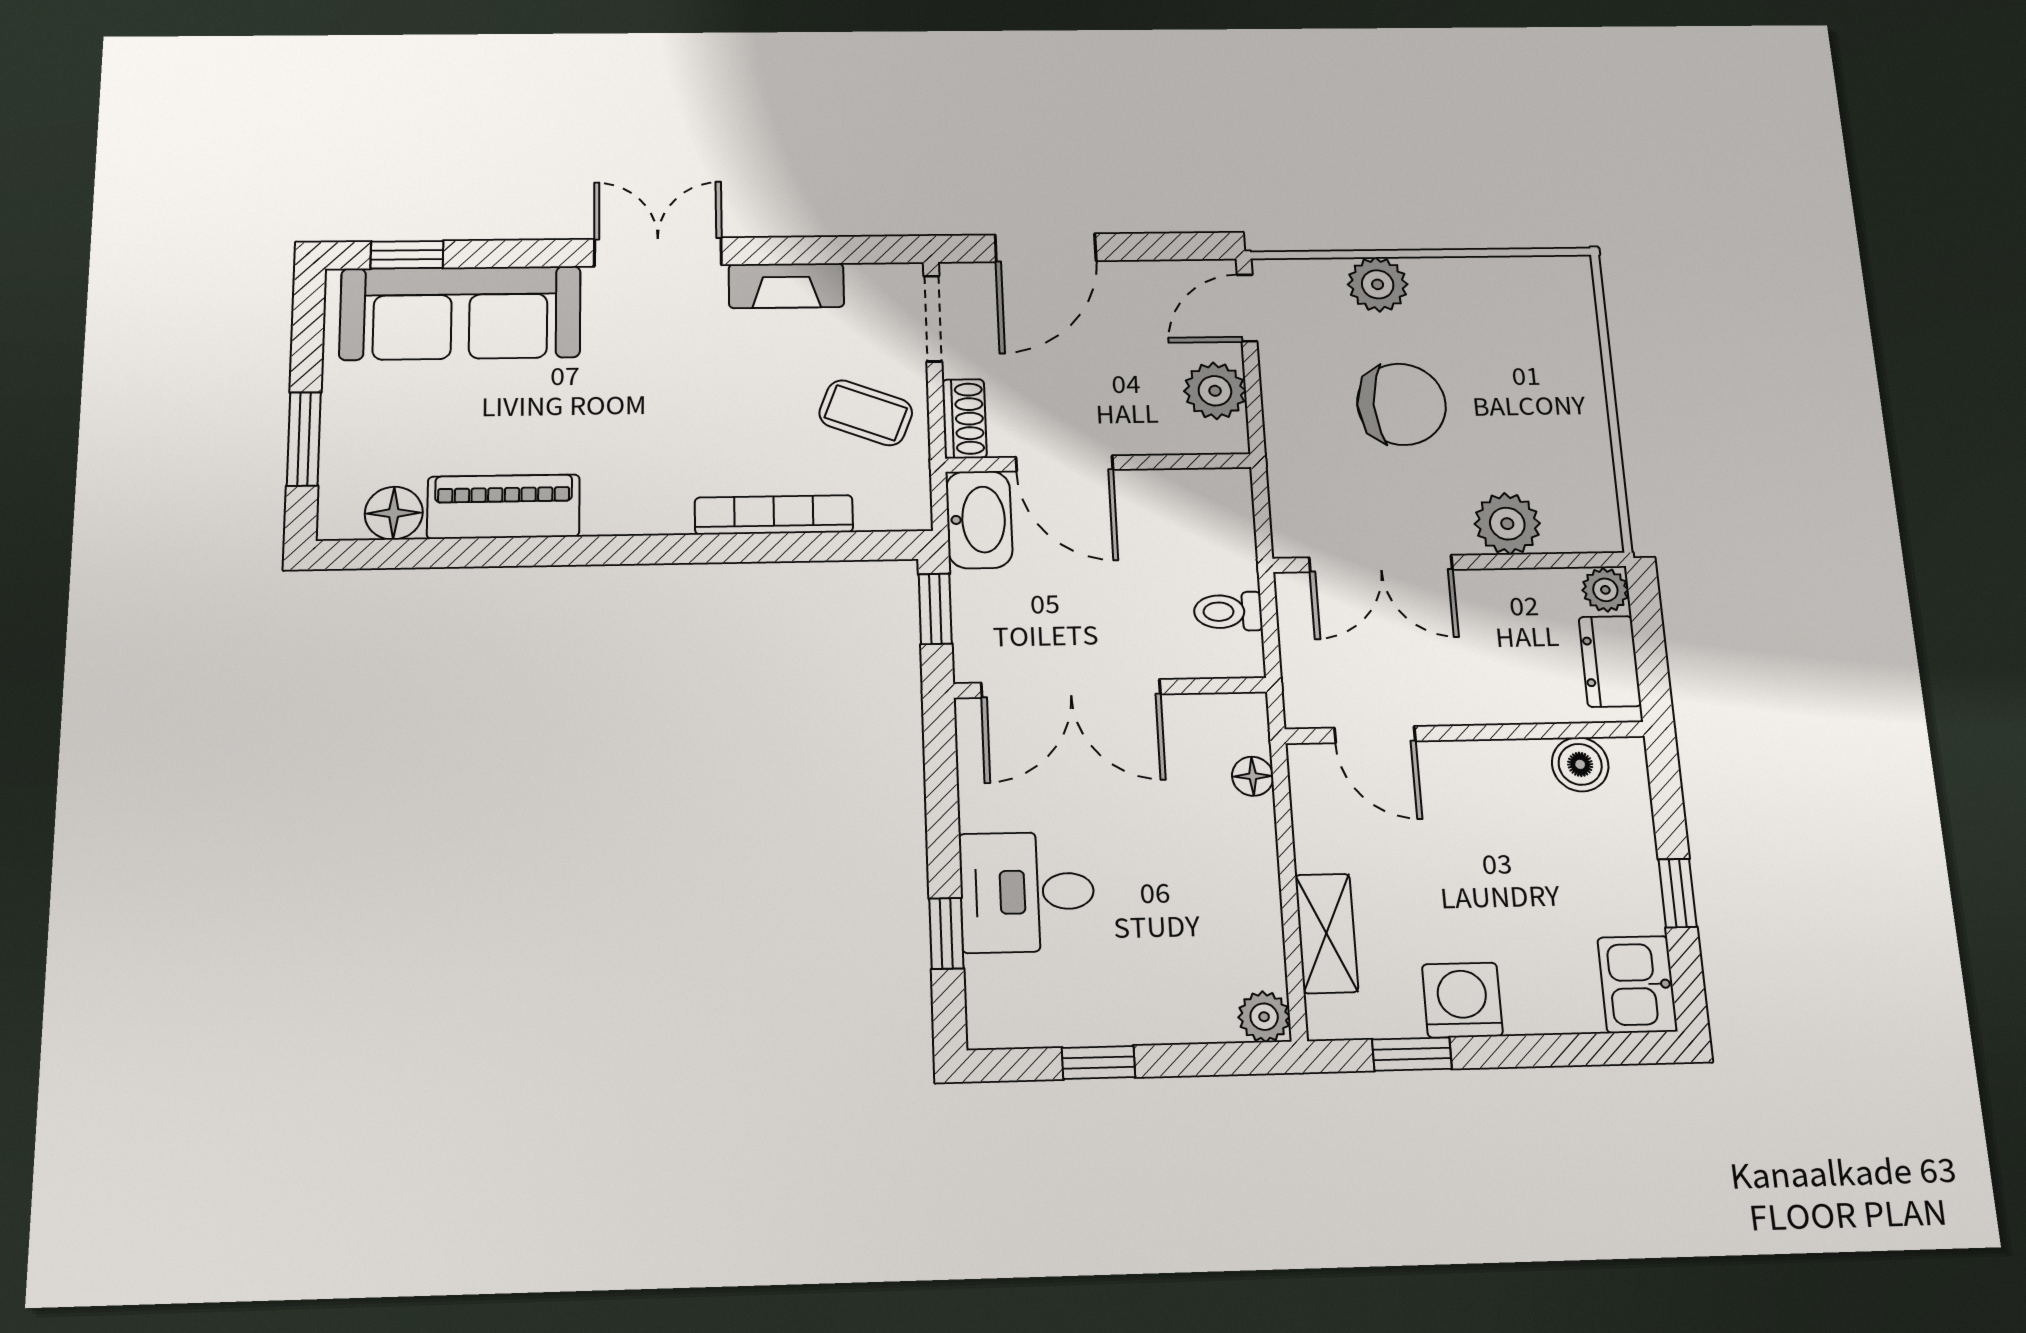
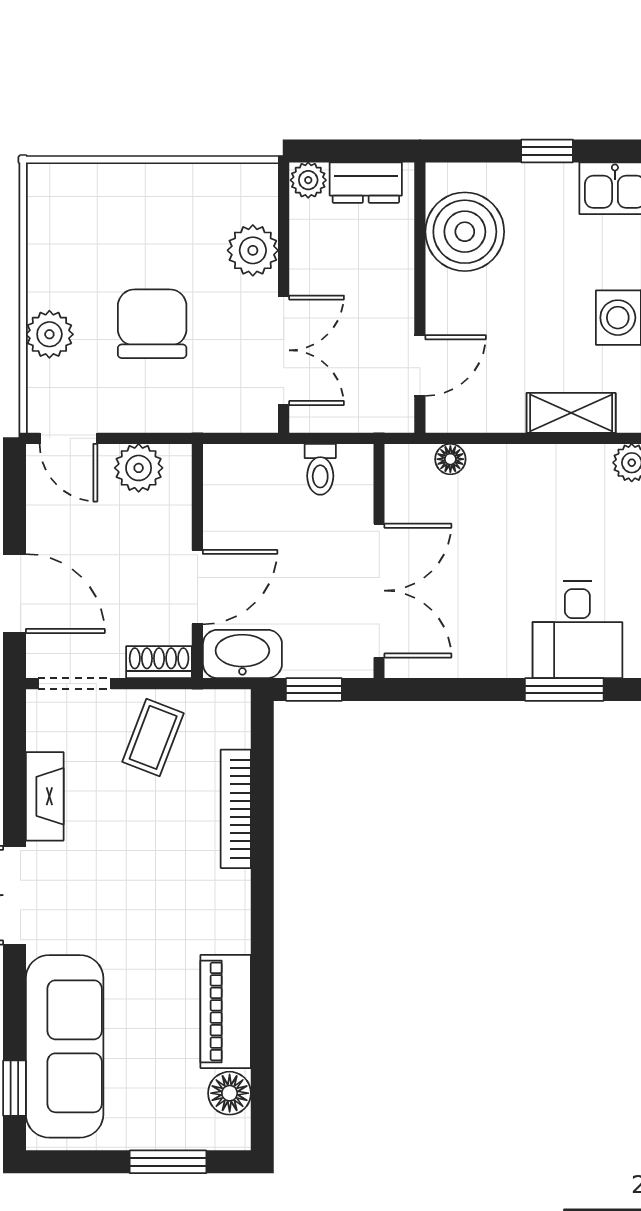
boiler: (1580, 764) -> (465, 232), width x1.86, depth x1.86
desk: (1027, 892) -> (577, 630), moved
window: (946, 933) -> (564, 690), width x1.50

